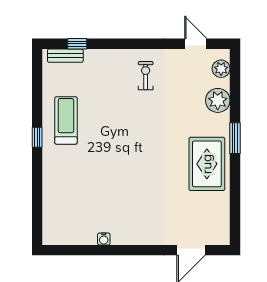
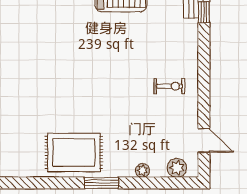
door: (196, 44) -> (204, 140), hinge flipped
plant: (218, 100) -> (143, 170), width x0.53, depth x0.53

